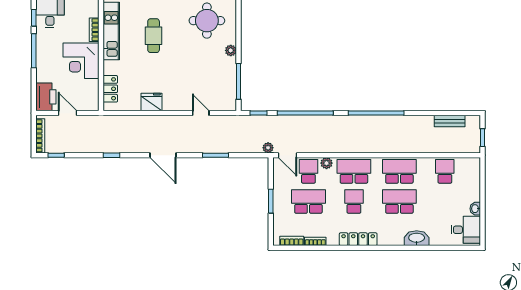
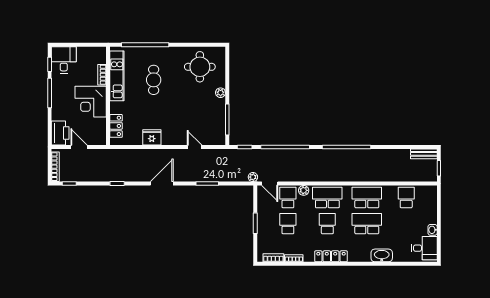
bench: (450, 121) -> (424, 154), moved
door: (163, 155) -> (162, 183), swing flipped
school desk: (308, 201) -> (288, 224), width x0.54

